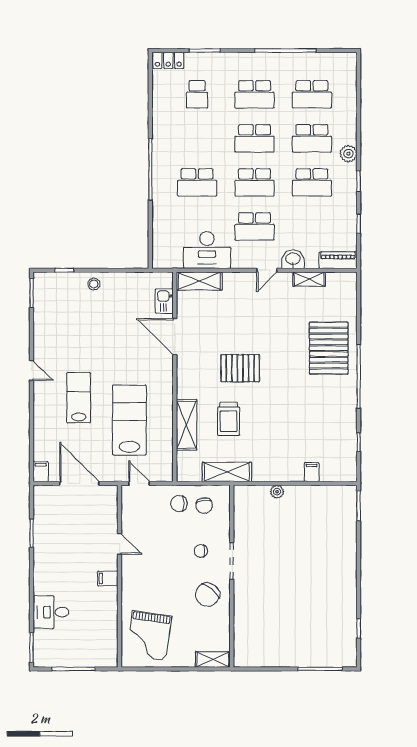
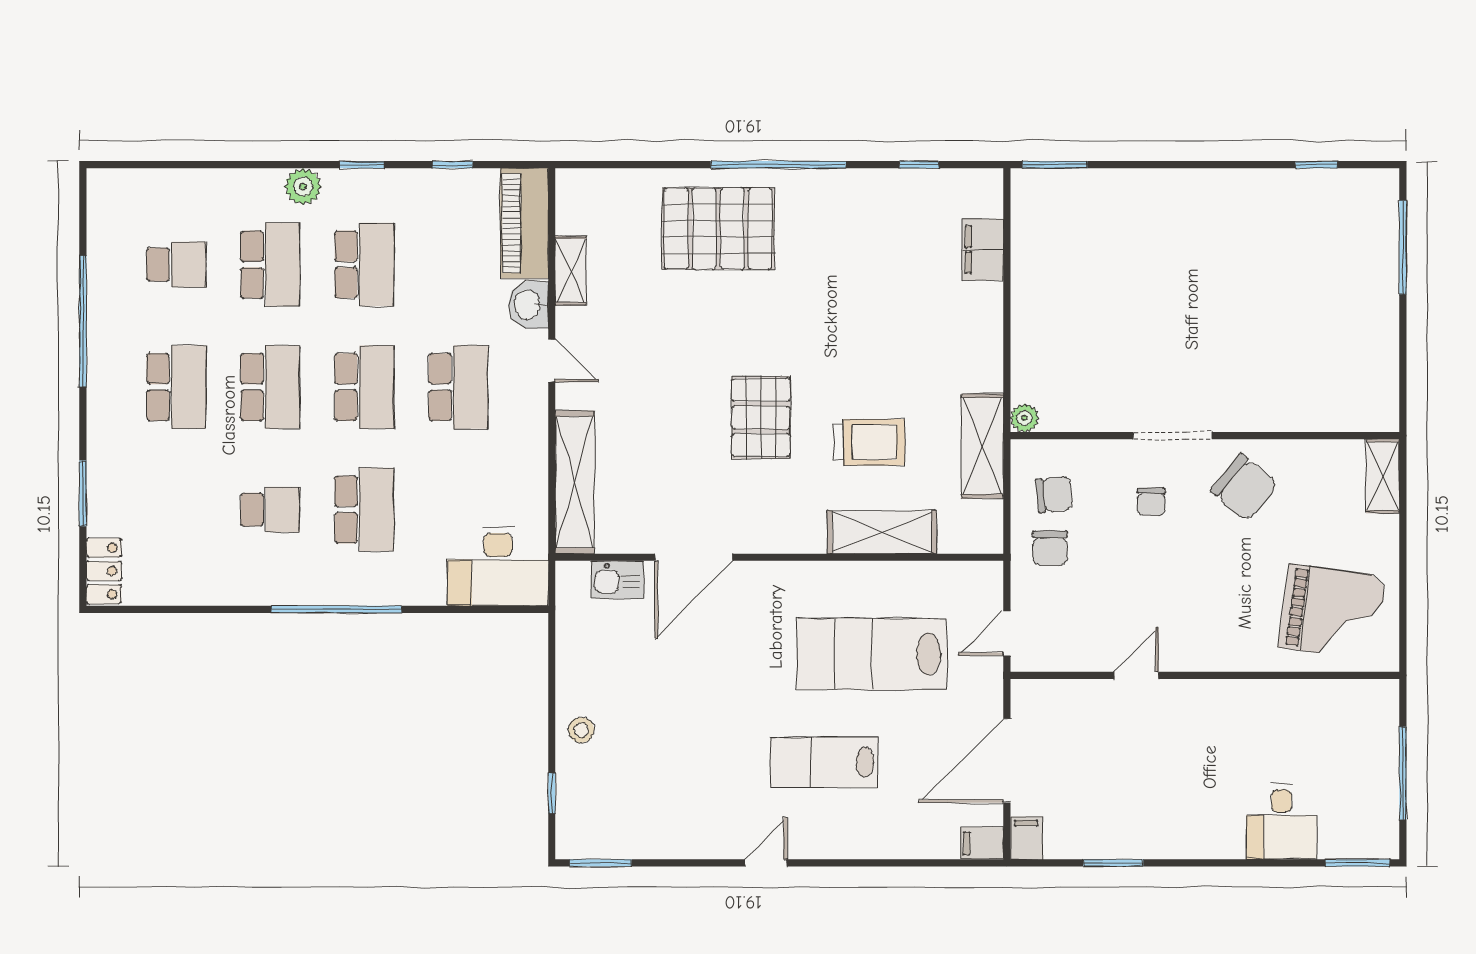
school desk: (197, 94) -> (270, 510), moved
school desk: (312, 94) -> (176, 264), width x0.54
desk: (207, 250) -> (498, 566), moved, turned 90
piano: (338, 260) -> (524, 223), width x1.37, depth x1.33
shelving: (199, 281) -> (575, 482), width x1.47
filing cabinet: (312, 472) -> (983, 250), width x2.00
plant: (277, 492) -> (1025, 418), moved
filing cabinet: (108, 578) -> (1026, 838), moved, turned 180

